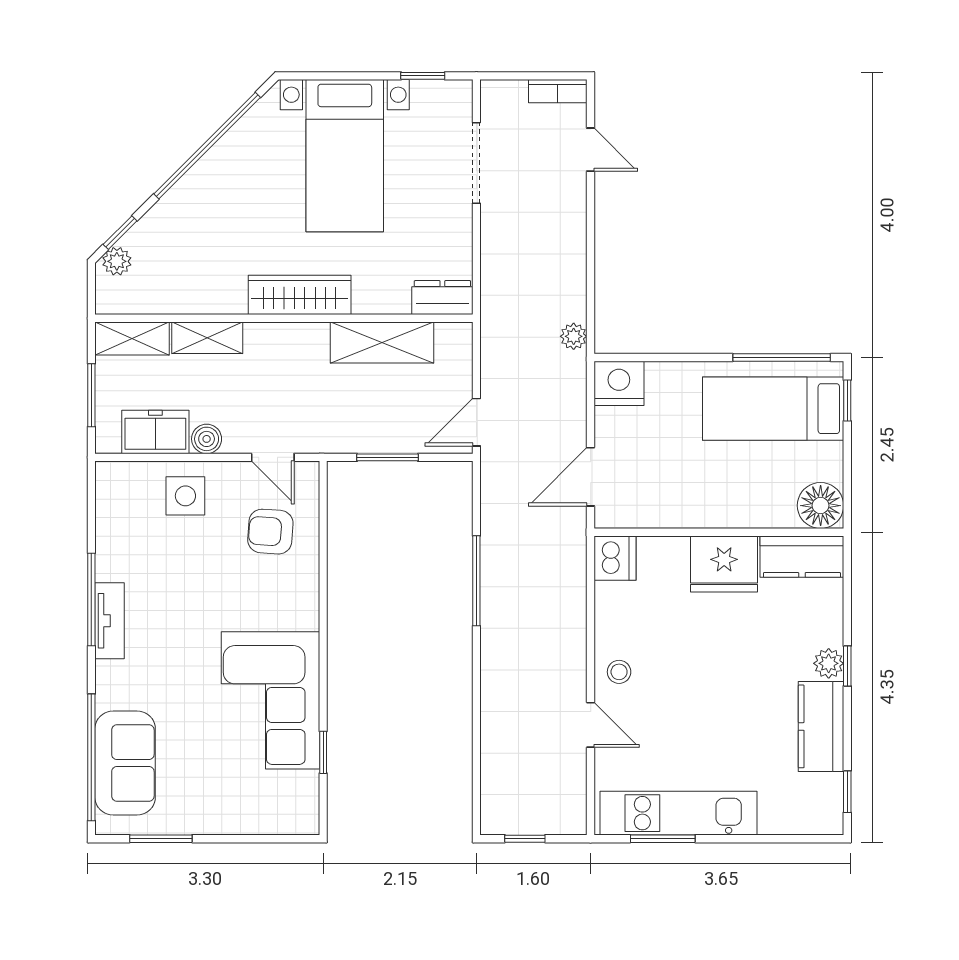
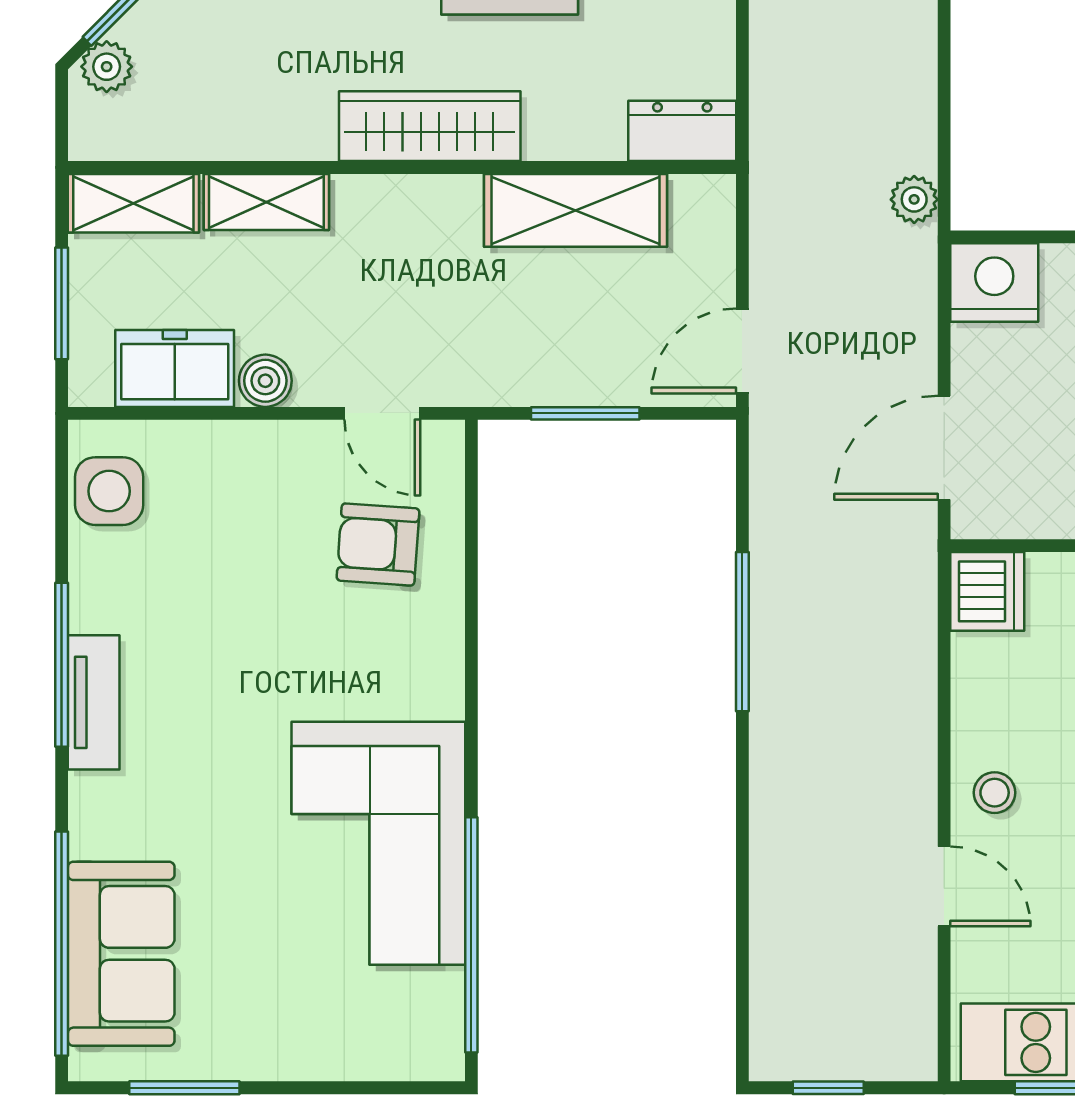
side table: (185, 496) -> (109, 491), moved
window: (323, 752) -> (471, 935), width x3.17

